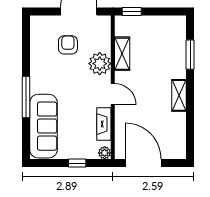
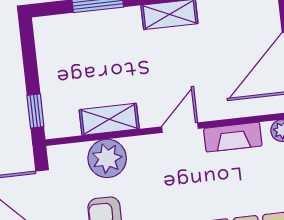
plant: (100, 64) -> (107, 158), moved

